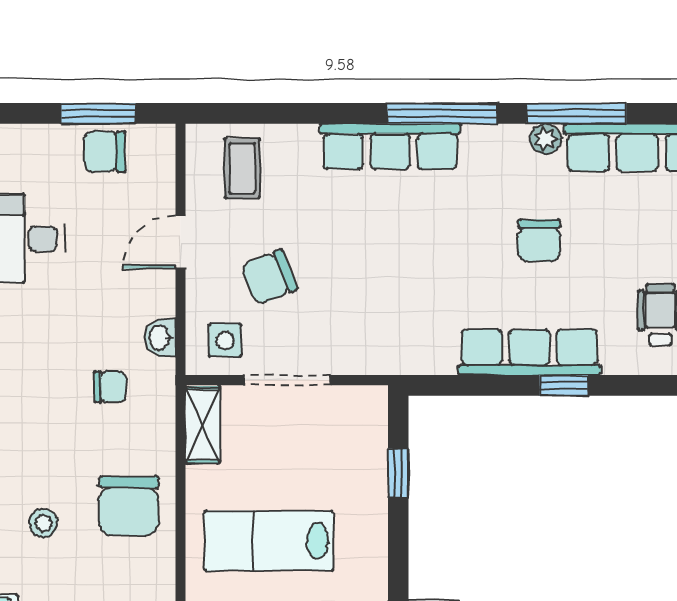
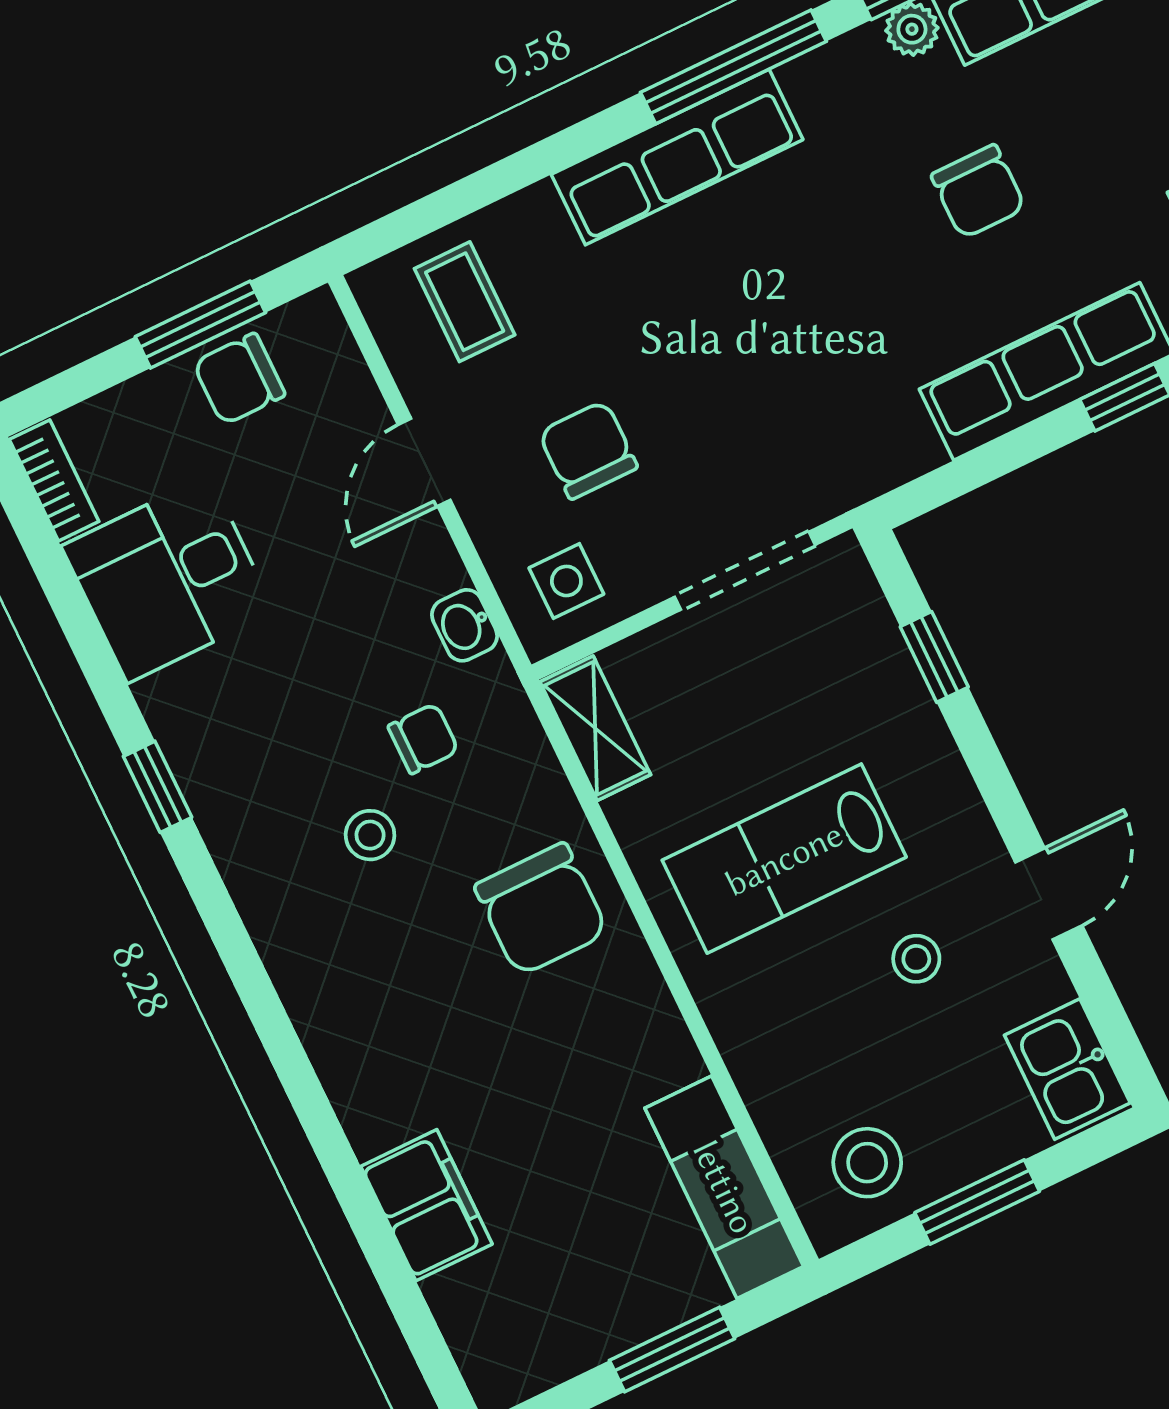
chair: (269, 277) -> (588, 450), turned 112
doorway: (287, 380) -> (745, 571), moved
stool: (43, 523) -> (370, 835), moved

